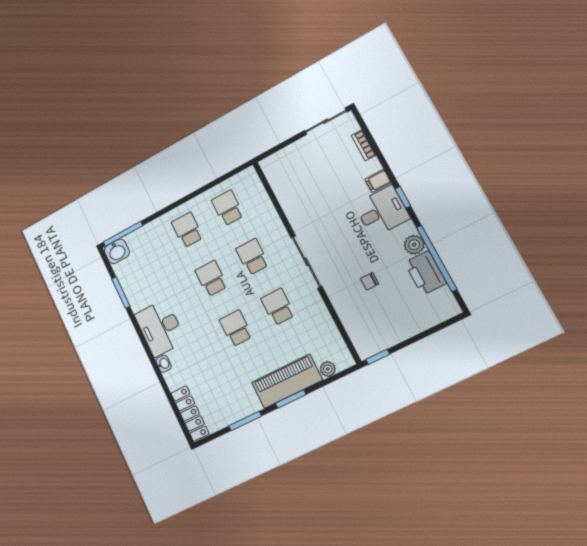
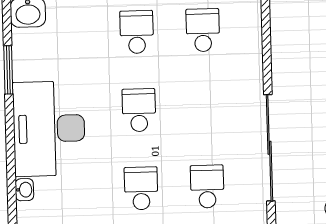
school desk: (252, 257) -> (205, 108), removed
sliding door: (306, 262) -> (269, 148), width x1.36
desk: (160, 328) -> (49, 129), width x1.36, depth x1.30

